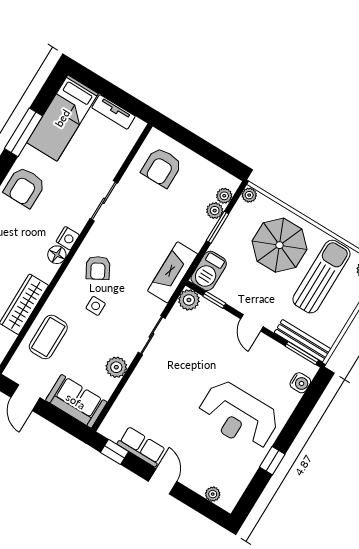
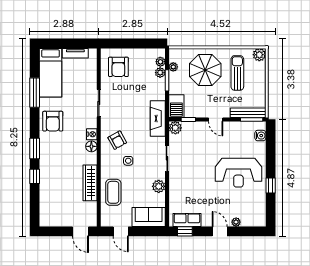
plant: (249, 195) -> (173, 67), moved
sun lounger: (321, 277) -> (237, 73), width x0.73, depth x0.75
row of seats: (141, 447) -> (187, 220), moved
plant: (213, 494) -> (236, 222), moved

